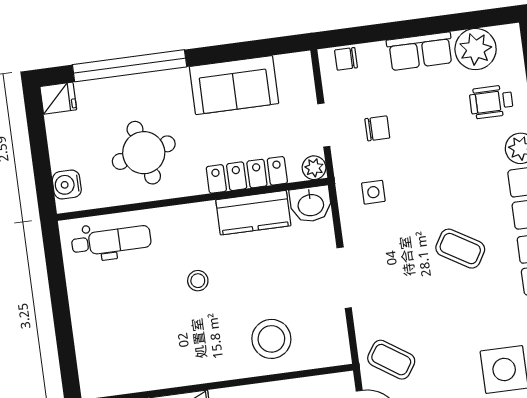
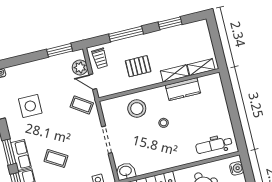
kitchen counter: (253, 213) -> (183, 89), moved, turned 180
stool: (198, 281) -> (164, 123), moved

